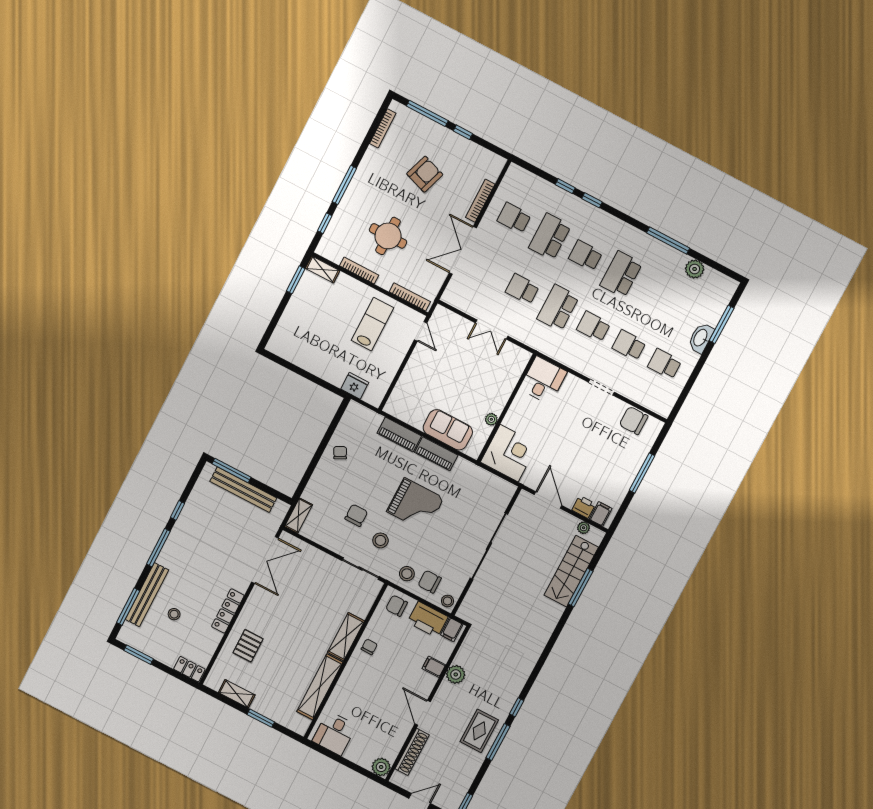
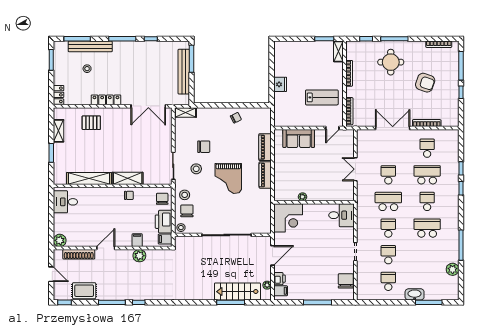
round table: (388, 236) -> (391, 62), moved
fridge: (355, 386) -> (280, 84), moved
sofa: (448, 430) -> (299, 138), moved, turned 90
rug: (479, 731) -> (84, 291), moved

